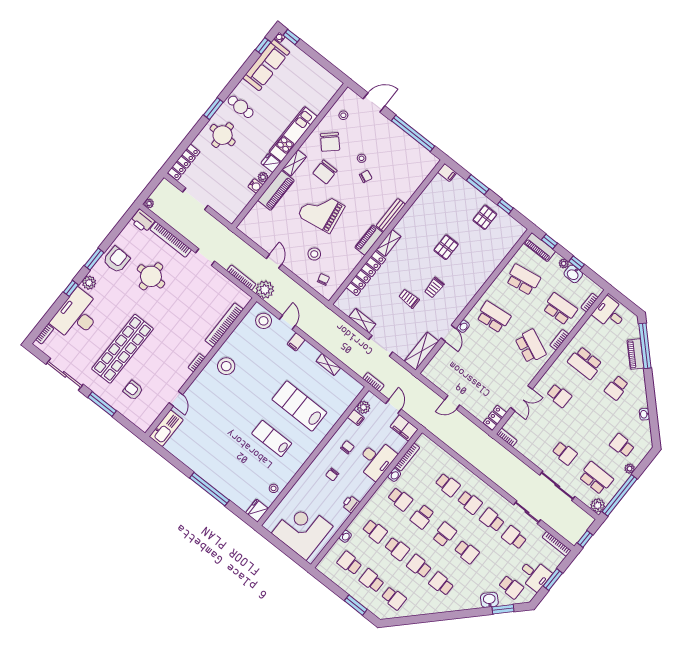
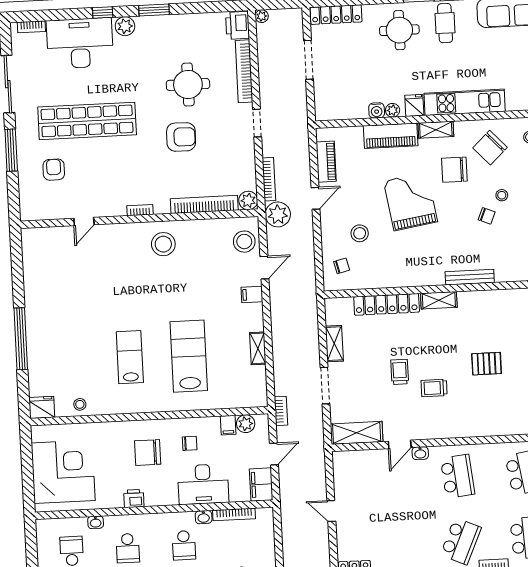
piano: (369, 240) -> (326, 162), moved, turned 90
armchair: (116, 260) -> (181, 137), moved
plant: (243, 299) -> (248, 200), added
kitchen sink: (166, 428) -> (45, 238), removed
chair: (332, 475) -> (148, 453), width x1.87, depth x1.87

